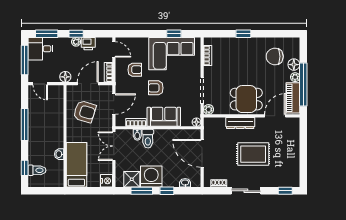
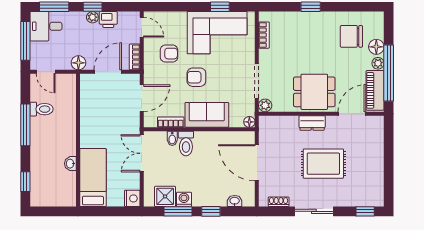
armchair: (85, 112) -> (104, 108), removed
dresser: (240, 123) -> (312, 123), width x0.70
toilet: (37, 170) -> (42, 109), moved
washing machine: (151, 177) -> (184, 199), width x0.53, depth x0.53

